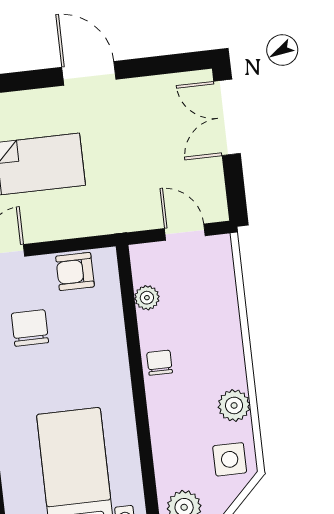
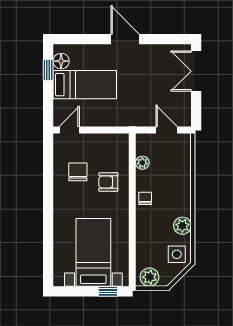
armchair: (75, 271) -> (108, 182), moved

